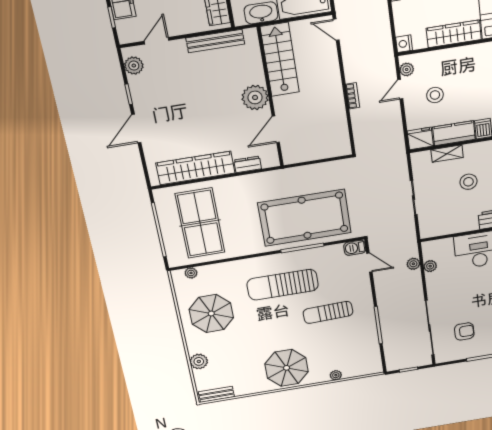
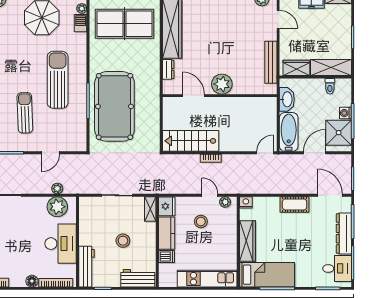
stairs: (280, 60) -> (191, 141), moved, turned 180
shelving: (447, 154) -> (150, 209), moved
barbecue: (355, 248) -> (81, 23), moved
door: (369, 263) -> (51, 153), moved
plant: (430, 266) -> (57, 207), width x1.87, depth x1.87

